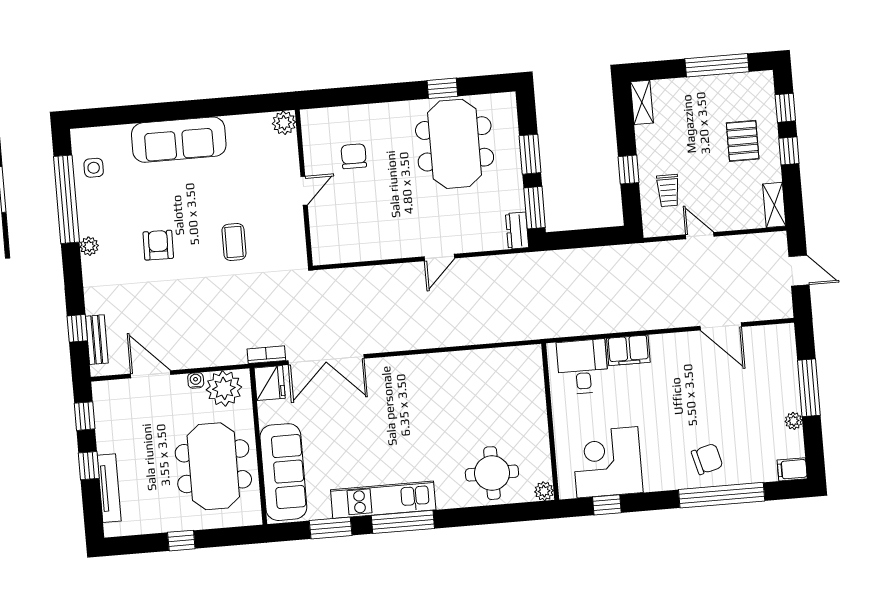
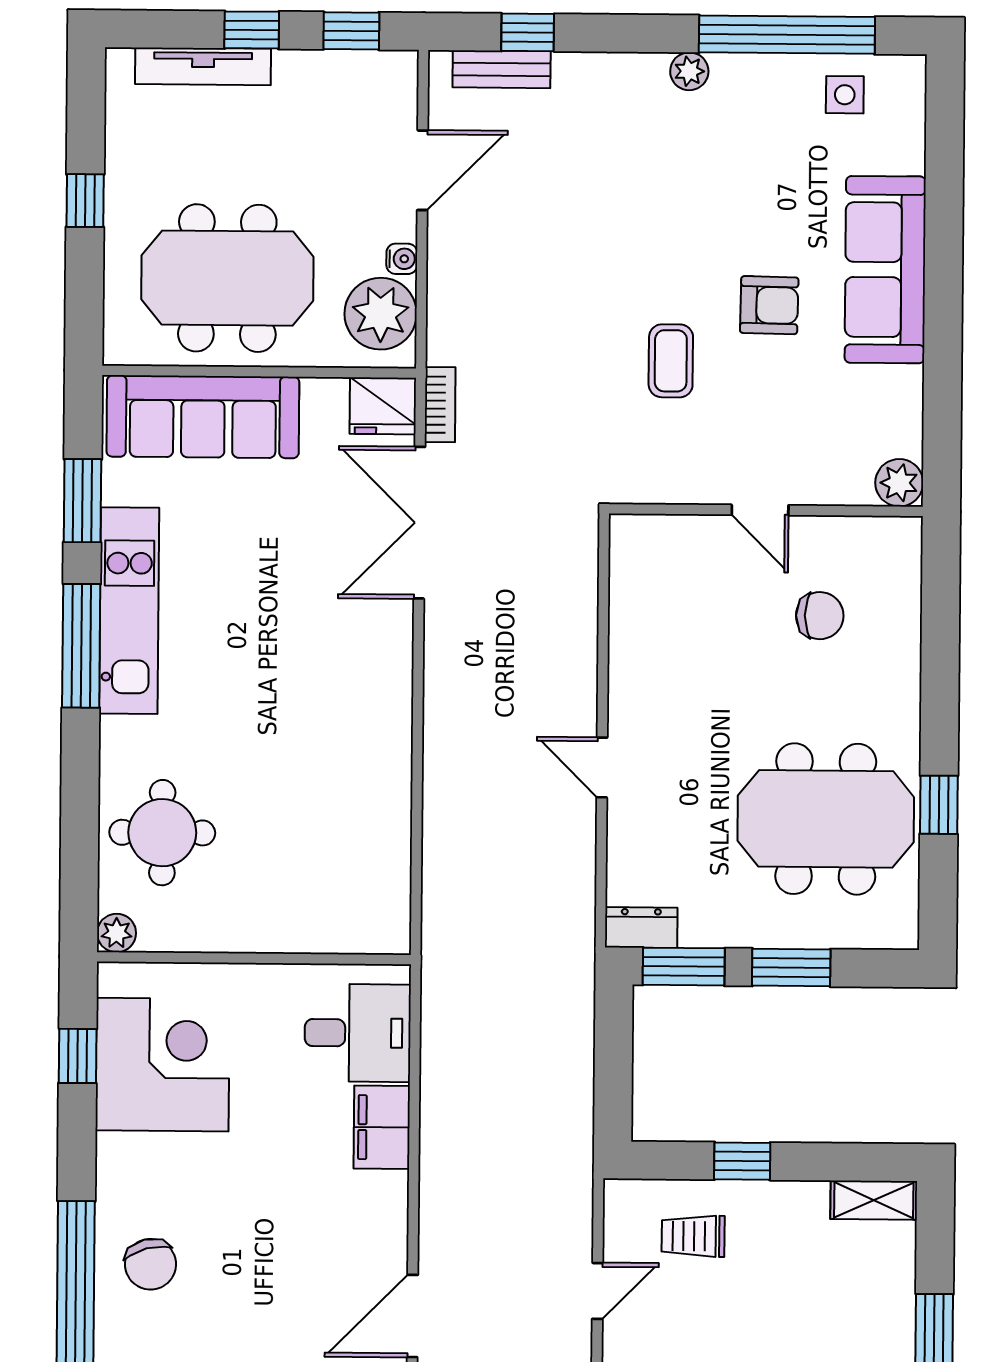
coffee table: (234, 242) -> (671, 361), turned 90
armchair: (158, 245) -> (769, 305), moved

